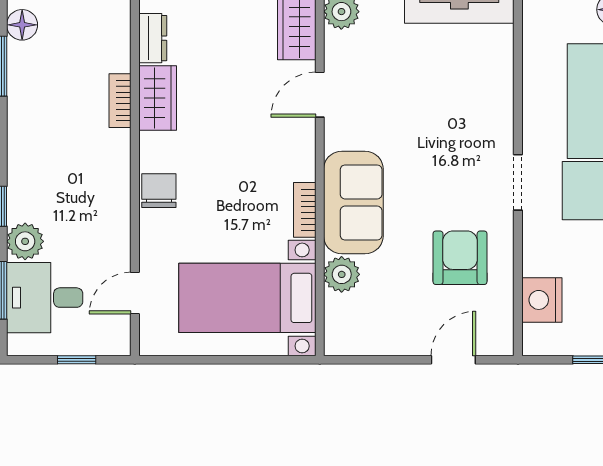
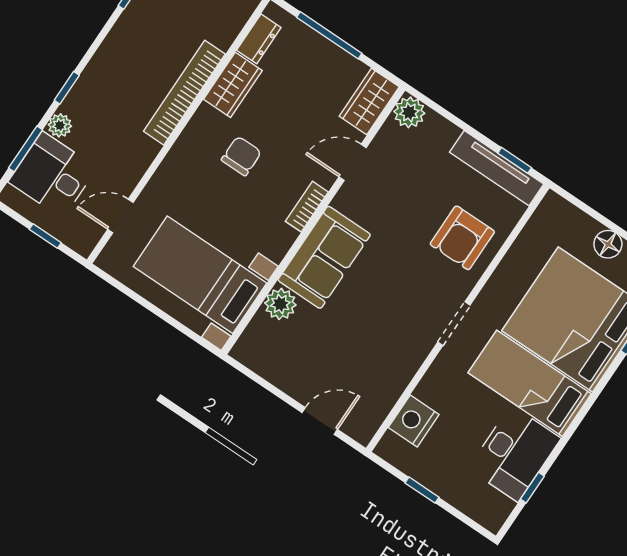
bookcase: (120, 101) -> (184, 93), width x2.31, depth x1.31
chair: (159, 191) -> (241, 156), moved
bookcase: (305, 210) -> (307, 207), moved
plant: (25, 241) -> (60, 125), width x0.73, depth x0.73
armchair: (460, 258) -> (462, 238), moved, turned 180

